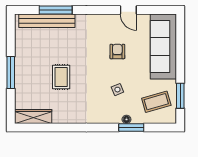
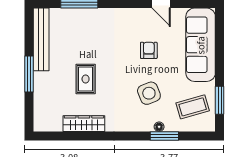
bench: (47, 21) -> (41, 39), moved, turned 90
side table: (117, 90) -> (149, 93), width x1.87, depth x1.87
wardrobe: (33, 117) -> (84, 124), moved

